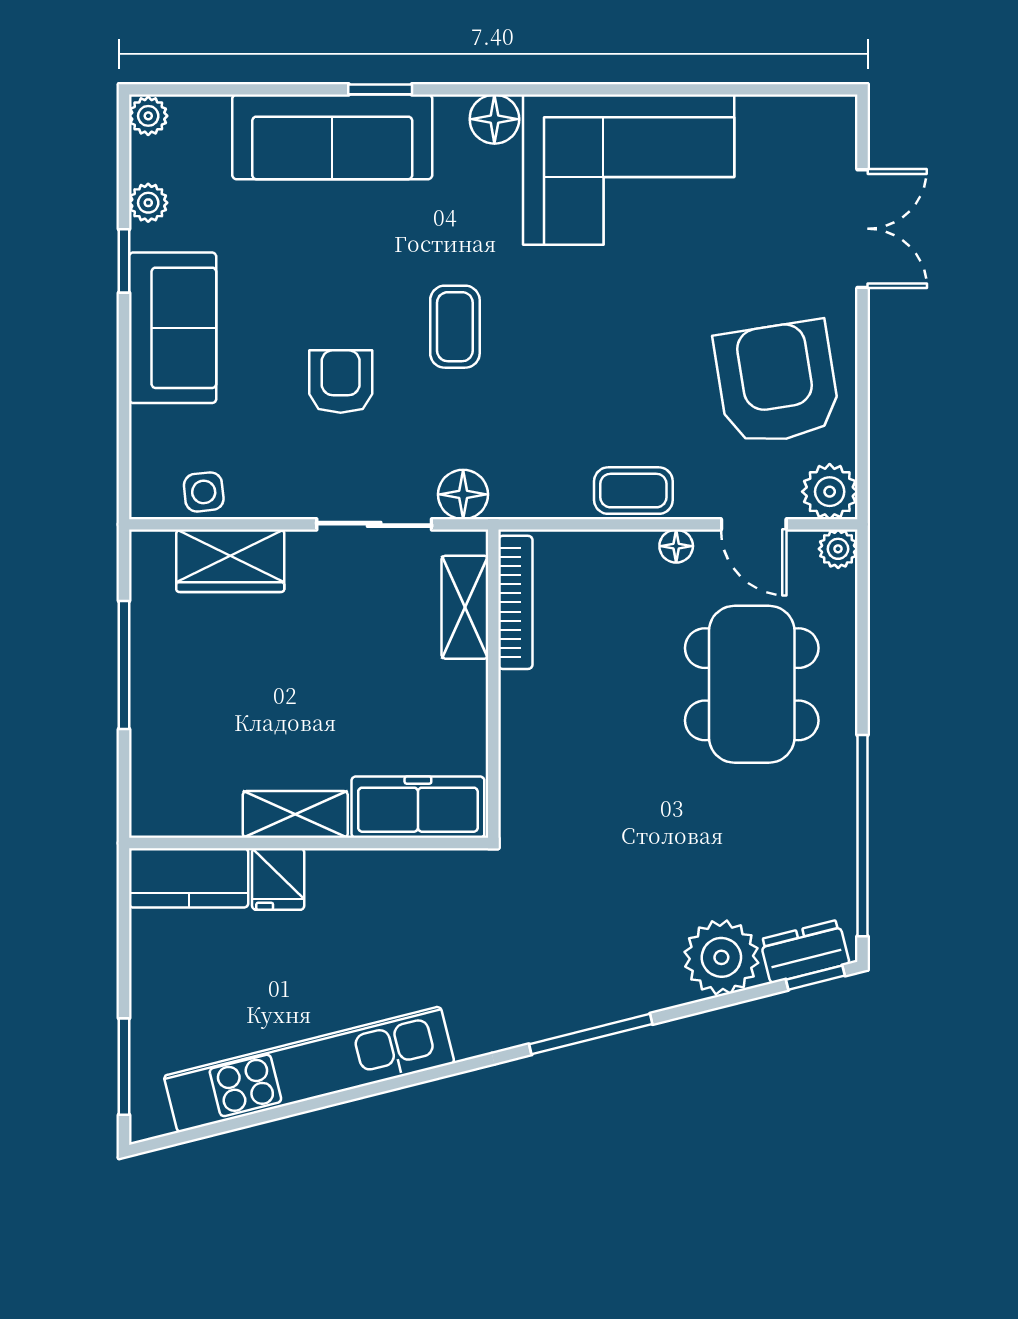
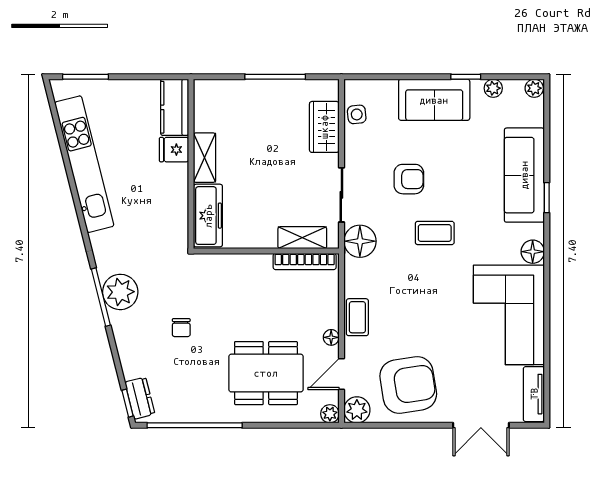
tv unit: (796, 117) -> (534, 394), added
floor lamp: (463, 494) -> (360, 241), width x1.38, depth x1.38
chair: (656, 864) -> (181, 328), added
plant: (721, 957) -> (120, 292), moved

